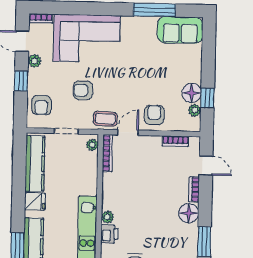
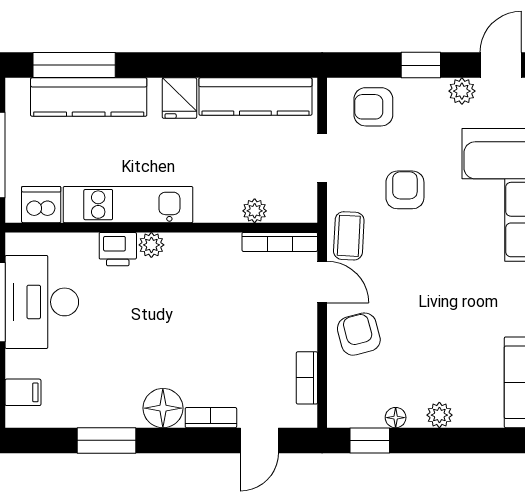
floor lamp: (192, 93) -> (396, 418), width x0.53, depth x0.53
window: (208, 98) -> (370, 440), moved
plant: (195, 110) -> (439, 415), moved
armchair: (154, 115) -> (359, 334), turned -105
plant: (92, 145) -> (255, 211), moved

